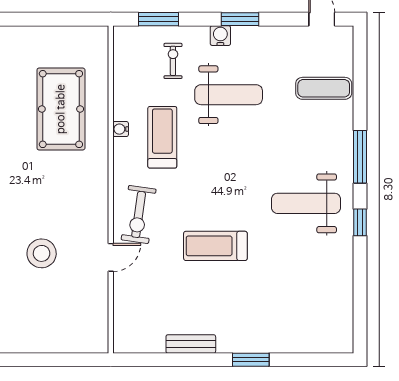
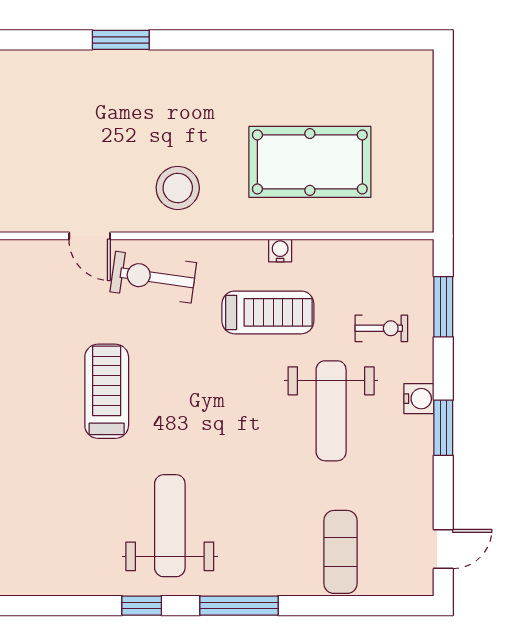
stool: (42, 253) -> (178, 188), moved

